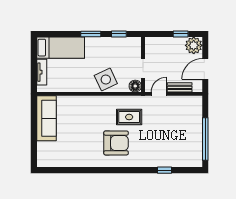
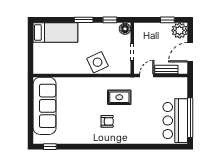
tv unit: (42, 72) -> (38, 55), removed
floor lamp: (135, 86) -> (125, 29), moved
sofa: (46, 118) -> (45, 106), width x1.36, depth x1.27
bar counter: (189, 142) -> (175, 121), added
armchair: (116, 143) -> (107, 121), width x0.53, depth x0.53
window: (164, 170) -> (50, 147), moved

